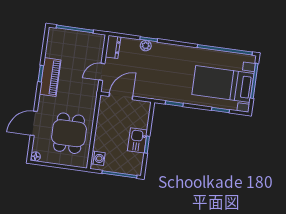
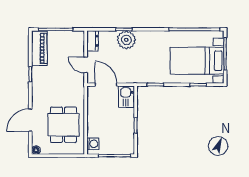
plant: (146, 46) -> (126, 40), width x1.88, depth x1.88
door: (102, 72) -> (86, 65), hinge flipped
piano: (50, 77) -> (39, 48), moved
door: (121, 96) -> (106, 85), hinge flipped
kitchen sink: (137, 140) -> (126, 97), moved

